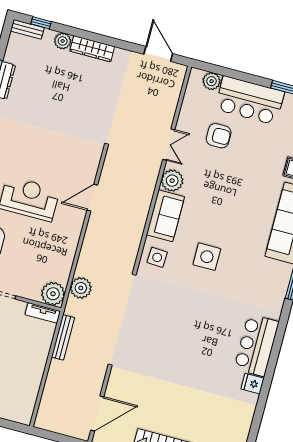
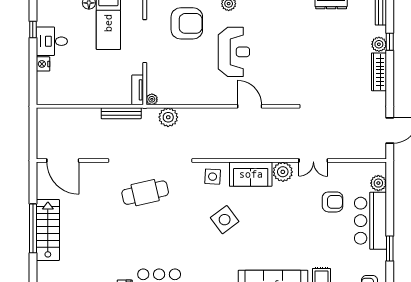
window: (41, 23) -> (390, 42), moved
armchair: (219, 136) -> (333, 202), turned -90
side table: (207, 257) -> (225, 220), turned -37
plant: (53, 294) -> (152, 99), width x0.53, depth x0.53
cafe table: (155, 334) -> (145, 193), added

